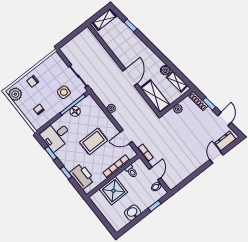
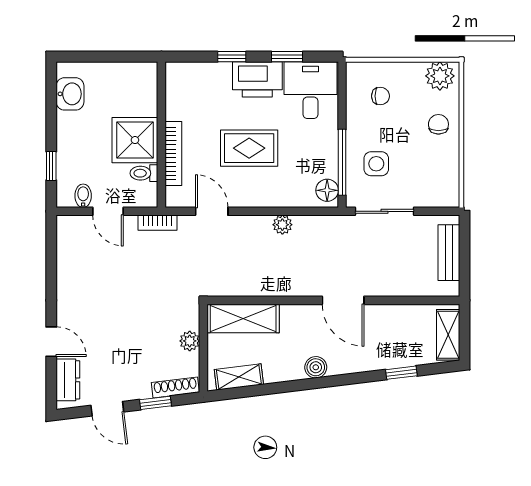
bench: (75, 42) -> (449, 253), added
boiler: (165, 70) -> (316, 367), moved
door: (130, 77) -> (343, 300), moved
floor lamp: (75, 111) -> (327, 190), moved
door: (126, 137) -> (212, 211), hinge flipped
rug: (94, 141) -> (249, 148), turned 90
printer: (82, 176) -> (257, 79), moved
shower: (113, 191) -> (135, 140), moved
washbasin: (133, 213) -> (70, 94), moved

